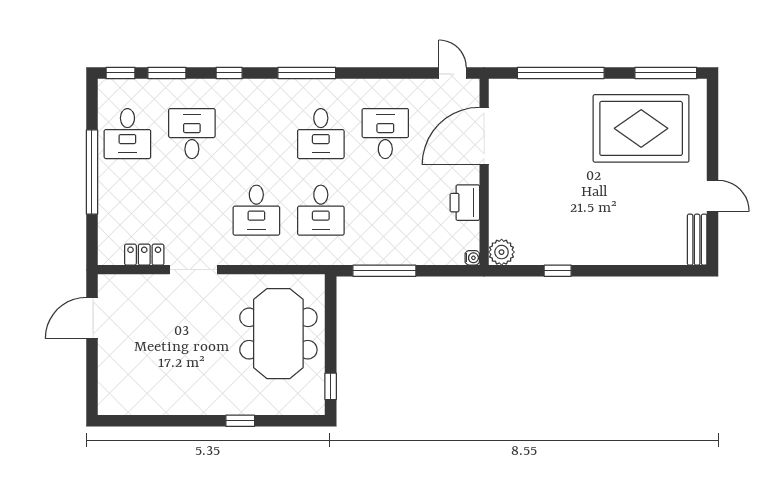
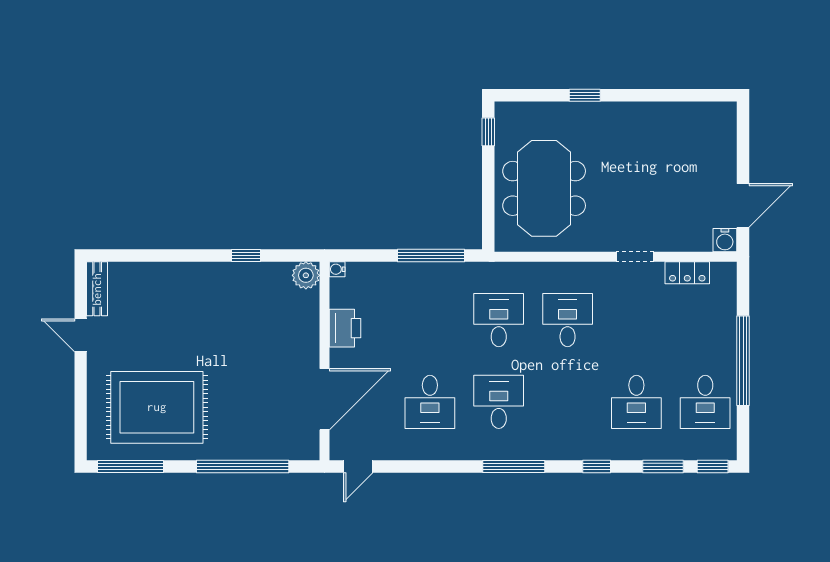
door: (452, 73) -> (358, 467), hinge flipped
desk: (127, 134) -> (705, 402), turned 180
doorway: (193, 270) -> (635, 257), width x0.73
water cooler: (109, 285) -> (725, 240), added

